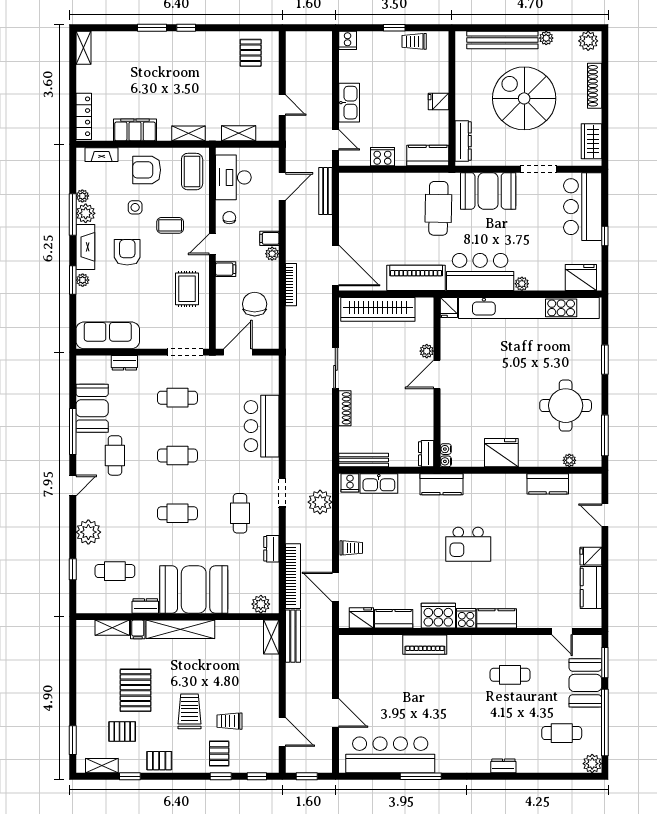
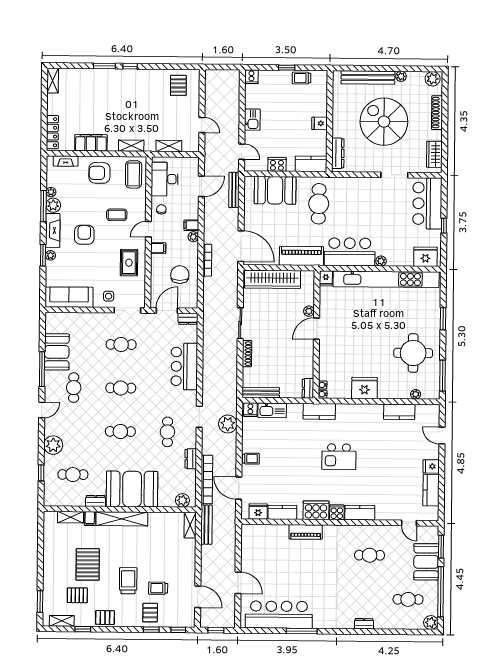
kitchen sink: (349, 103) -> (252, 120), width x0.73
booth: (488, 191) -> (275, 190), moved
side table: (135, 207) -> (109, 296), moved
dresser: (124, 363) -> (188, 319), moved

